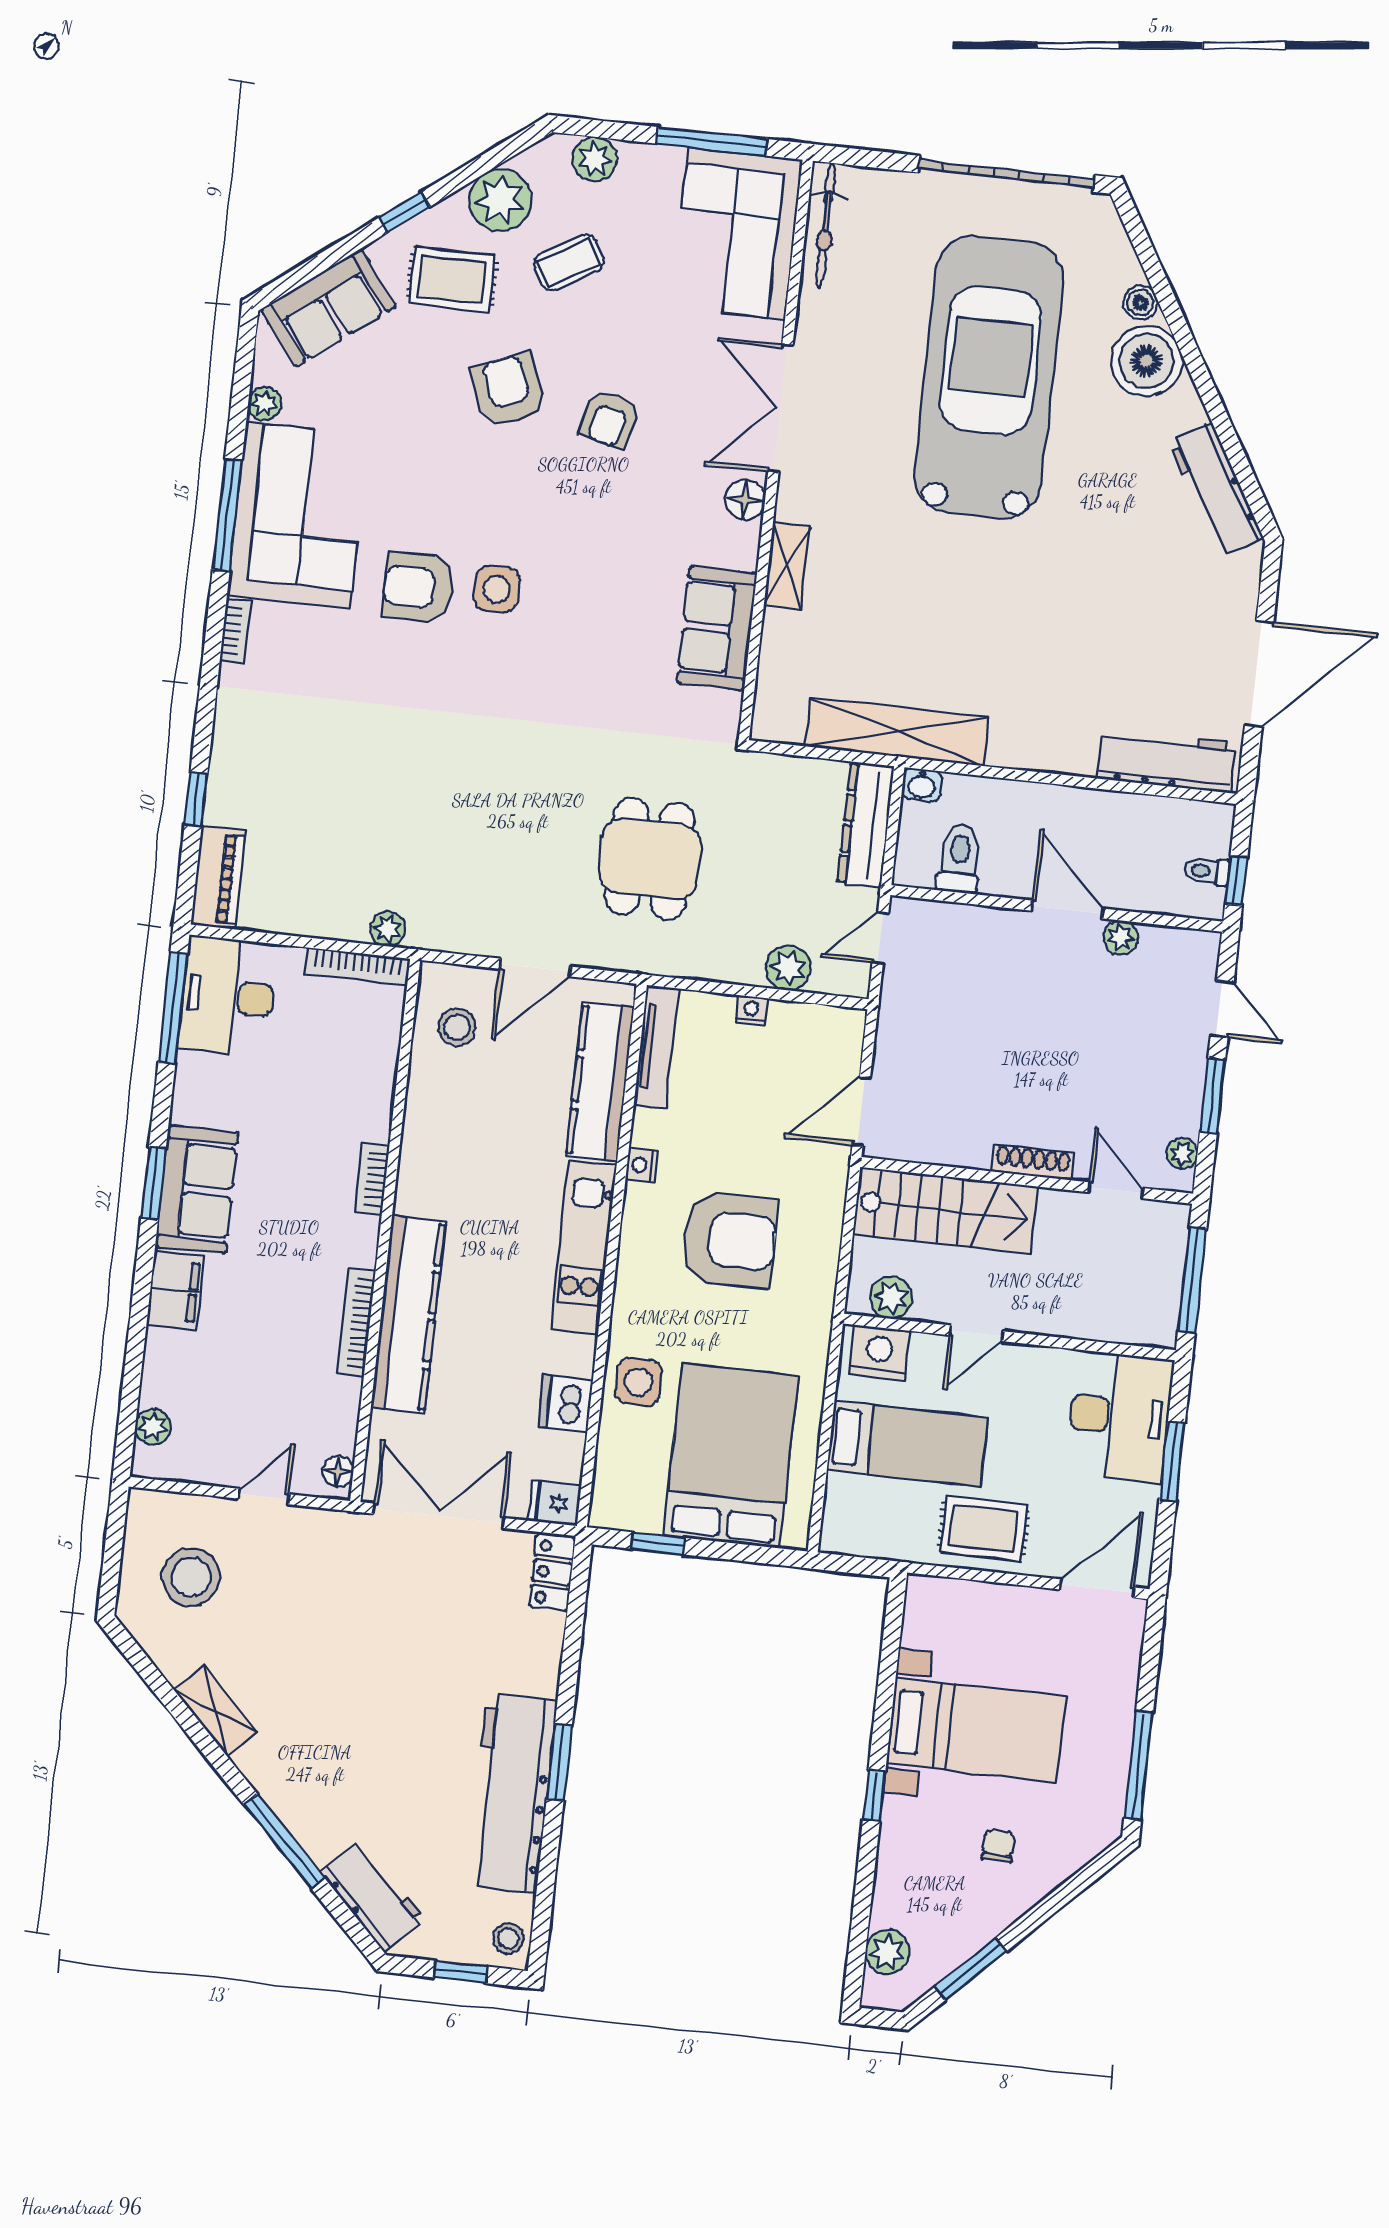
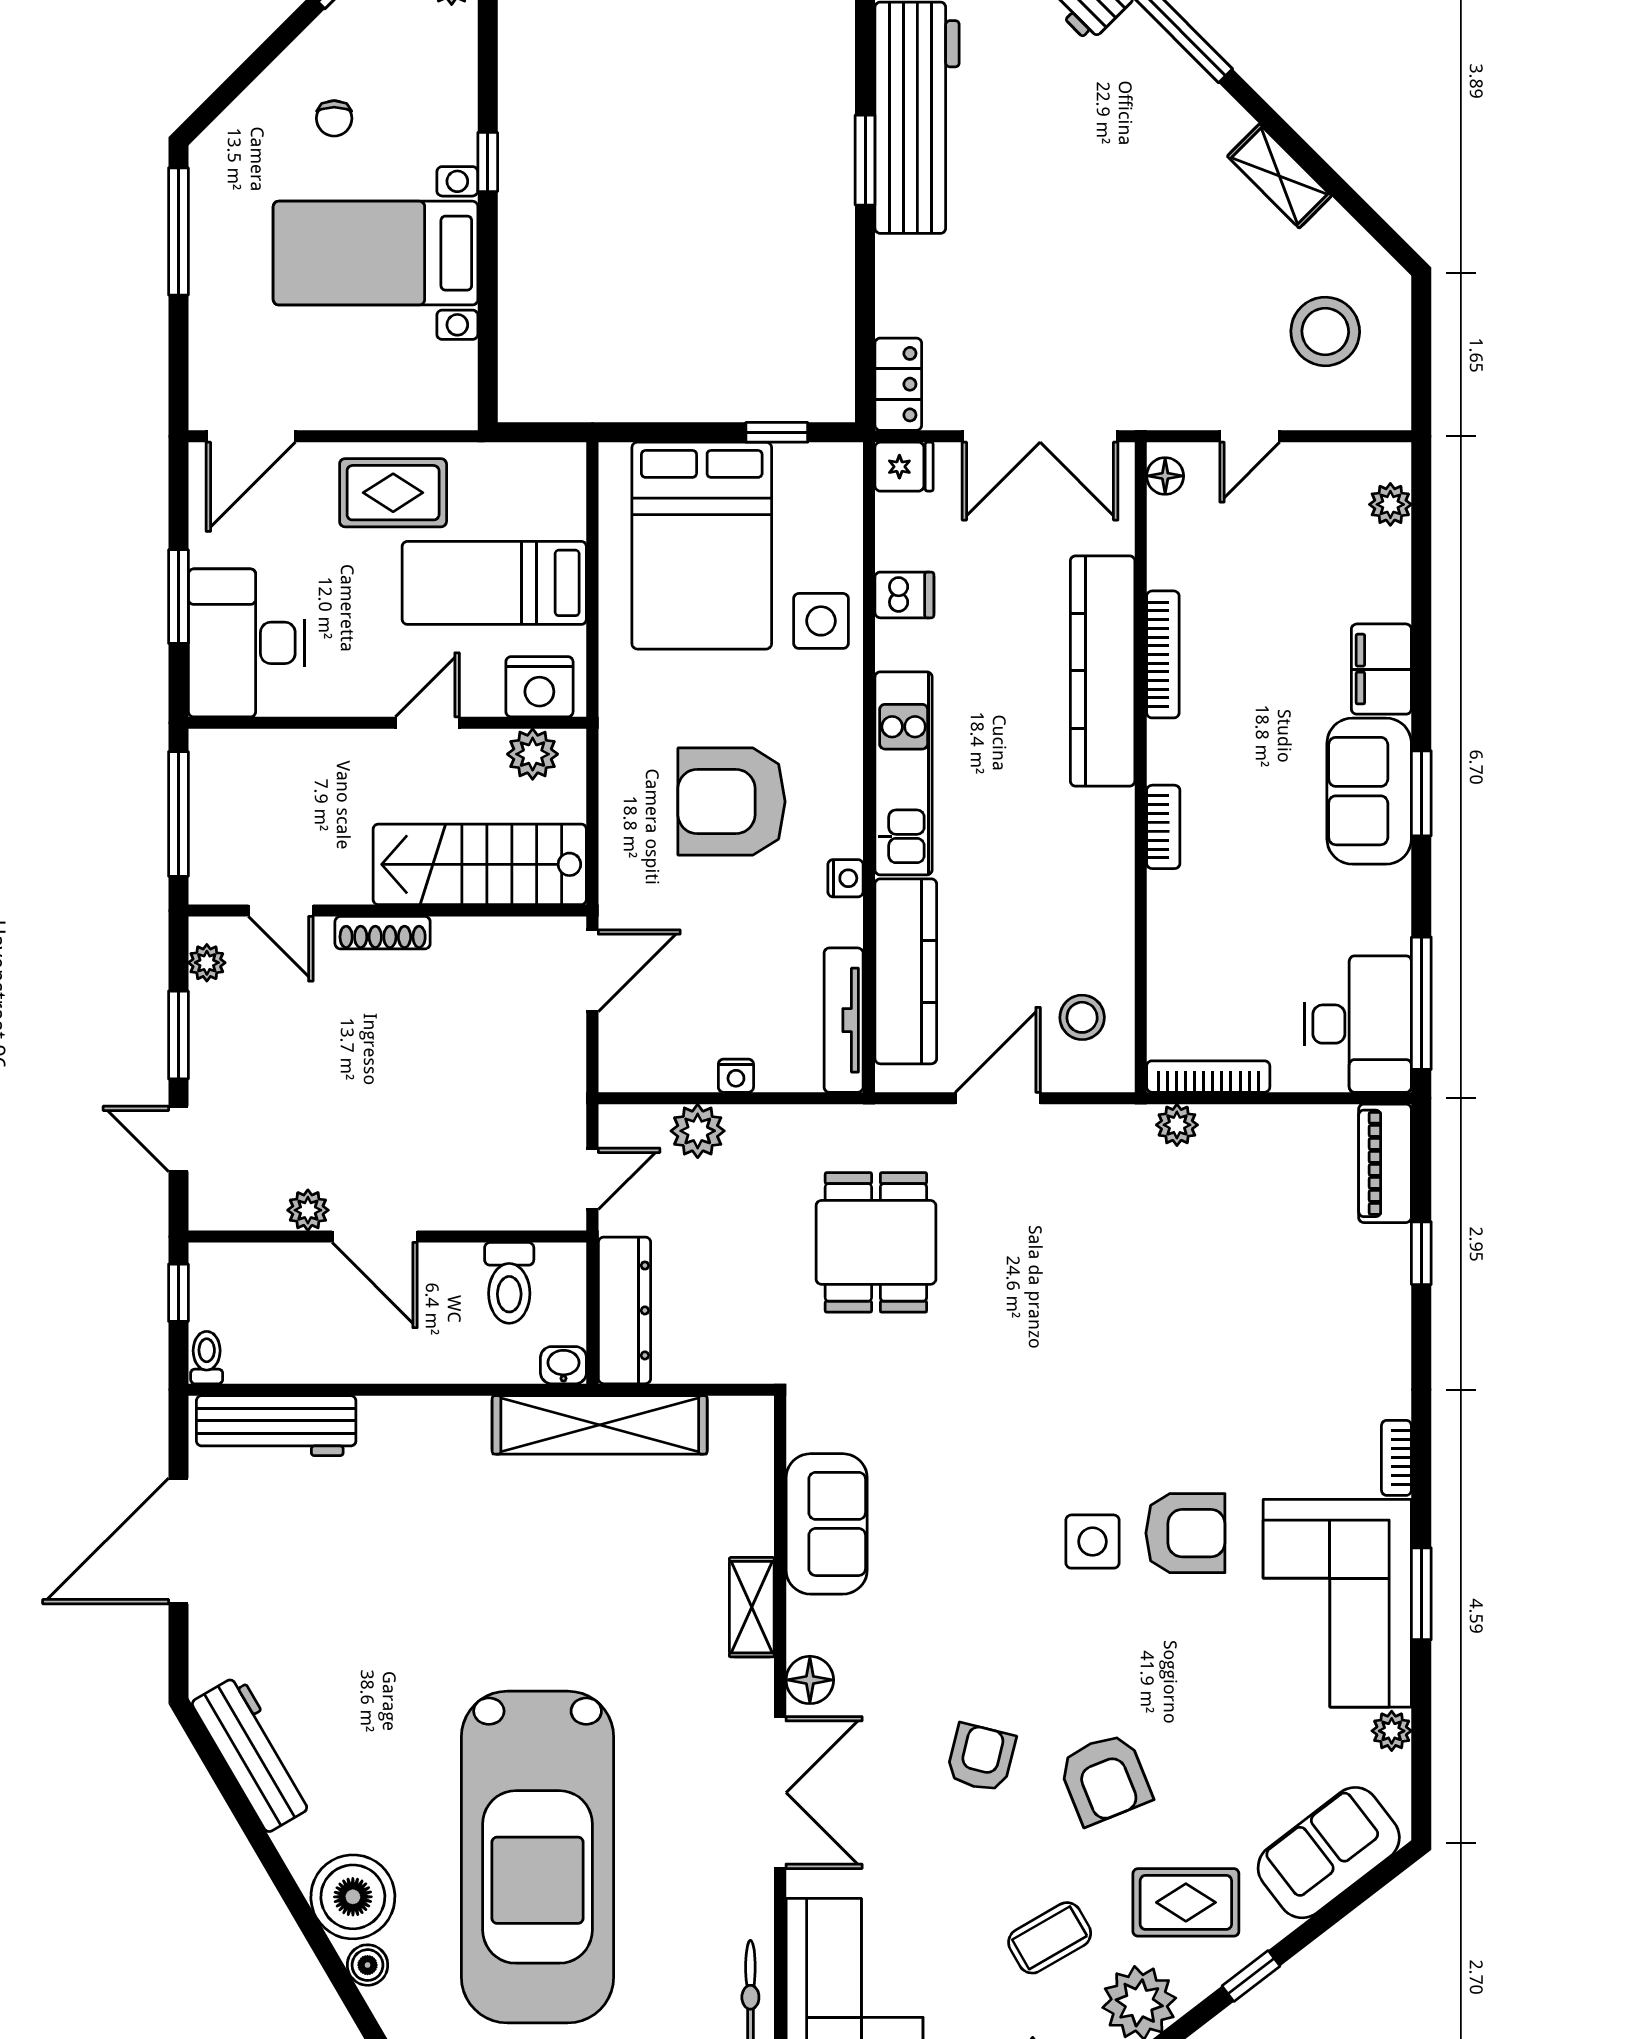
window: (227, 515) -> (1421, 1594), width x0.69
toilet: (1207, 871) -> (207, 1358), moved, turned -90
dishwasher: (566, 1403) -> (904, 595), width x0.73

